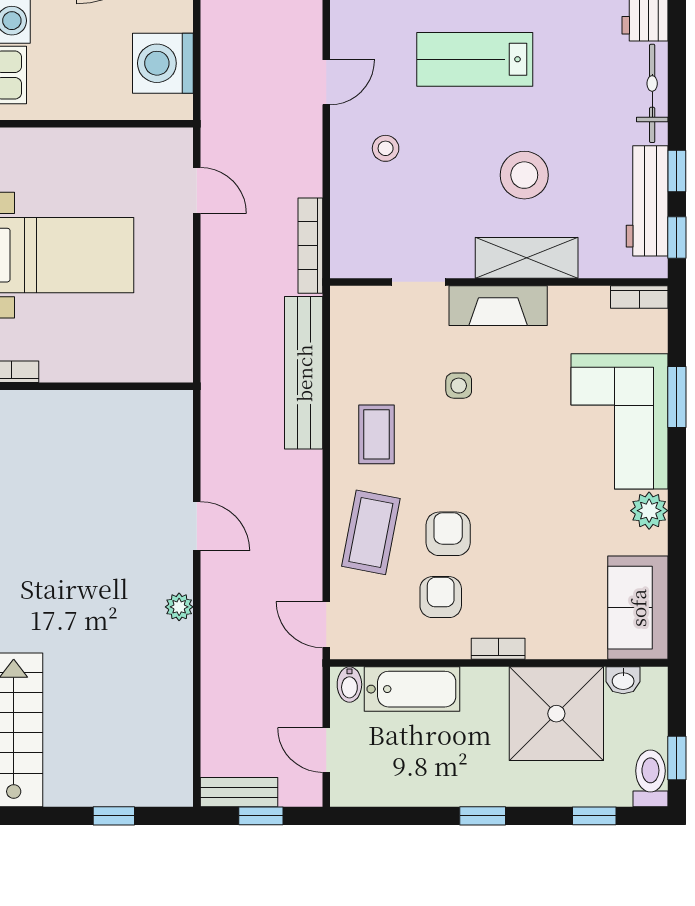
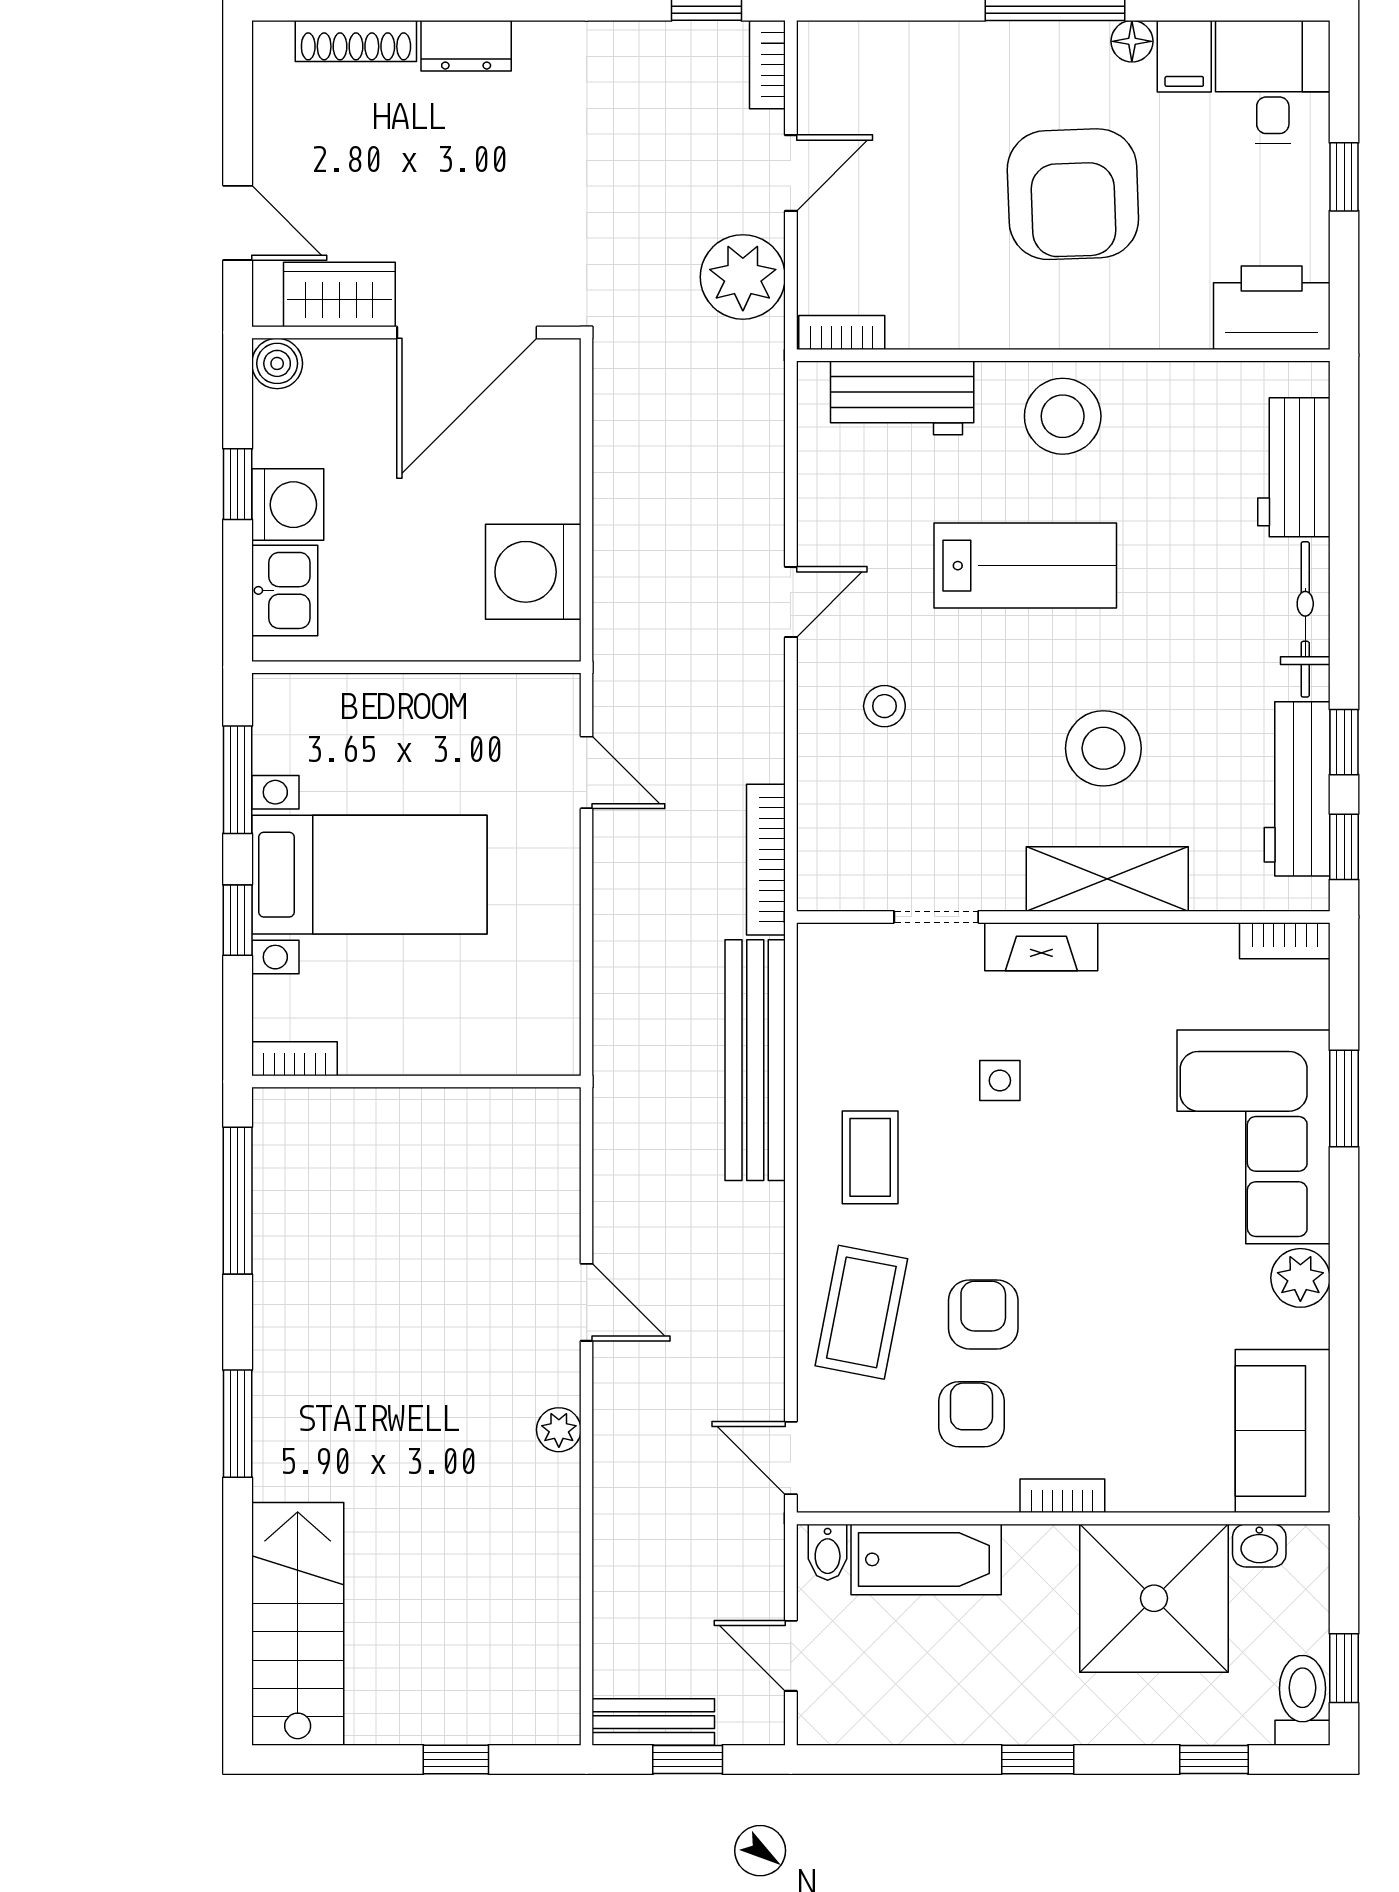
lab bench: (475, 59) -> (1025, 566), turned 180
fireplace: (498, 306) -> (1041, 947), width x0.73, depth x0.76

